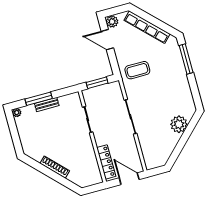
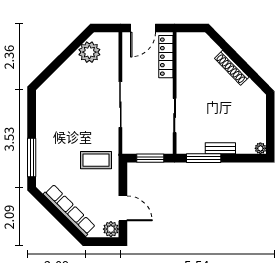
window: (39, 99) -> (204, 158), moved
plant: (179, 124) -> (89, 52), moved
door: (129, 179) -> (143, 28), hinge flipped

